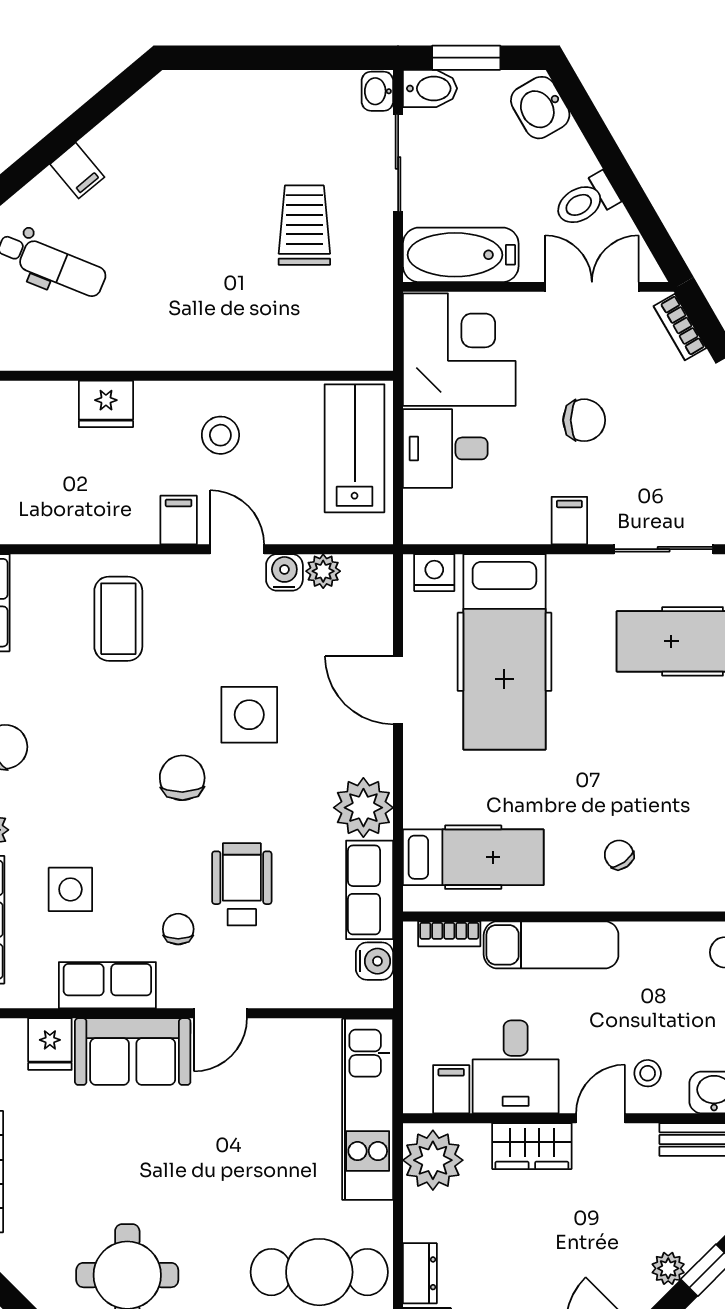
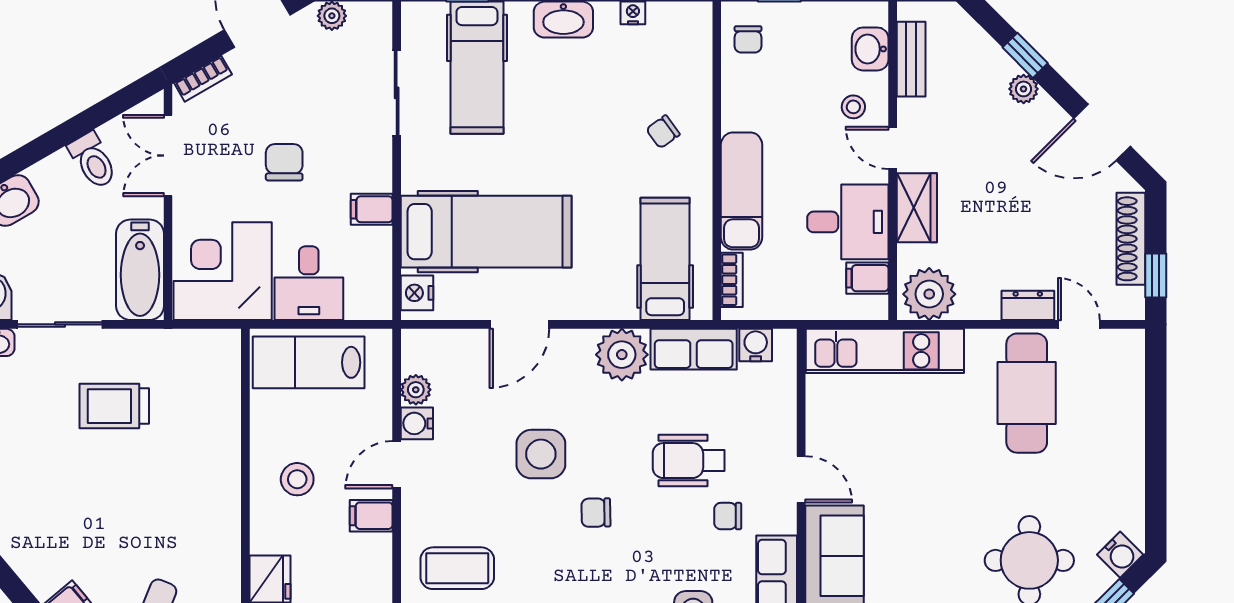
filing cabinet: (569, 521) -> (372, 209), moved
chair: (182, 778) -> (596, 513), width x0.73, depth x0.73

